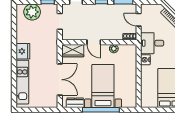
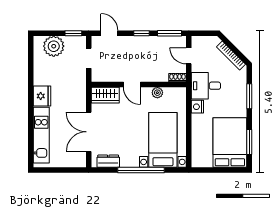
double door: (60, 80) -> (89, 132), swing flipped
bed with nightstands: (103, 86) -> (163, 140), moved

